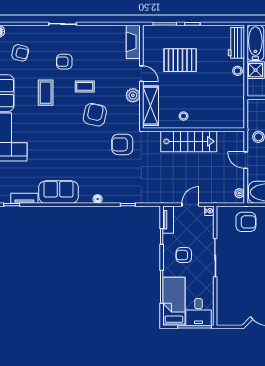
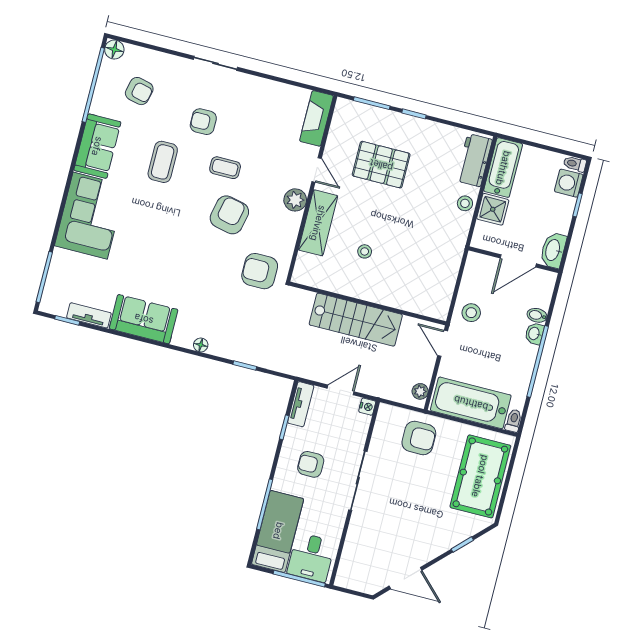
wall: (194, 130) -> (368, 303), moved
stairs: (189, 141) -> (356, 320), moved

